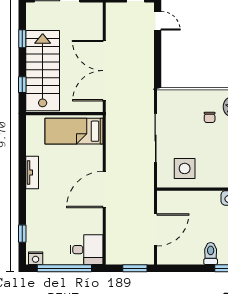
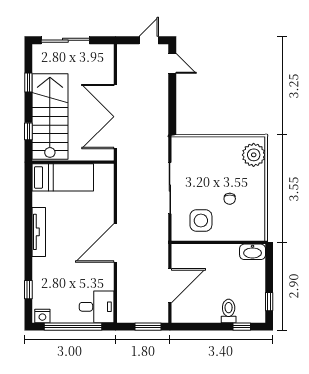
chair: (210, 117) -> (230, 199), moved
bed: (74, 131) -> (63, 177), moved, turned 180
tv unit: (32, 173) -> (39, 232), width x1.41

